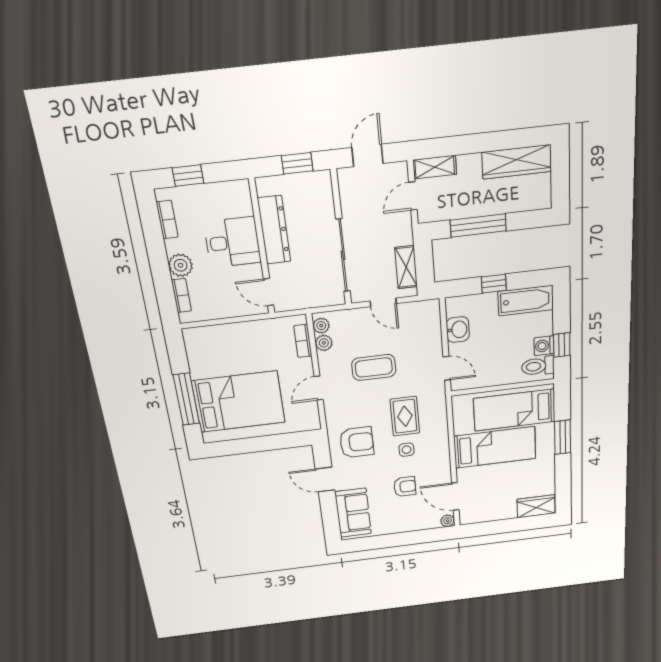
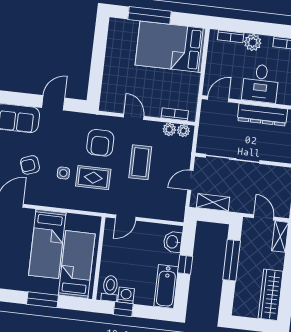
washbasin: (458, 330) -> (173, 242), moved, turned 90
bed: (239, 402) -> (171, 47), moved, turned 90
armchair: (357, 442) -> (100, 143), moved
armchair: (405, 487) -> (30, 165), turned 70

